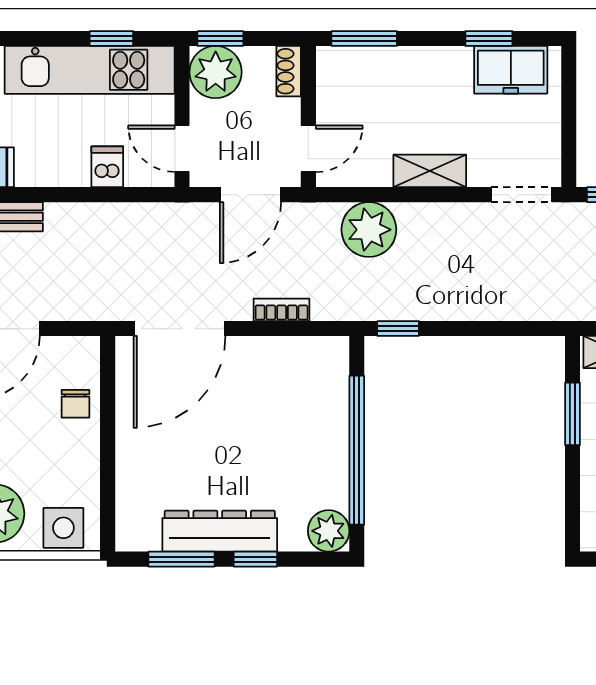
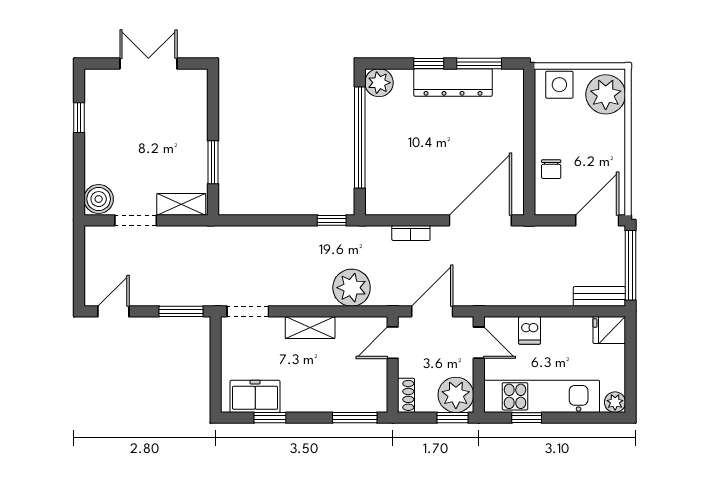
chair: (75, 404) -> (551, 169), turned 180

